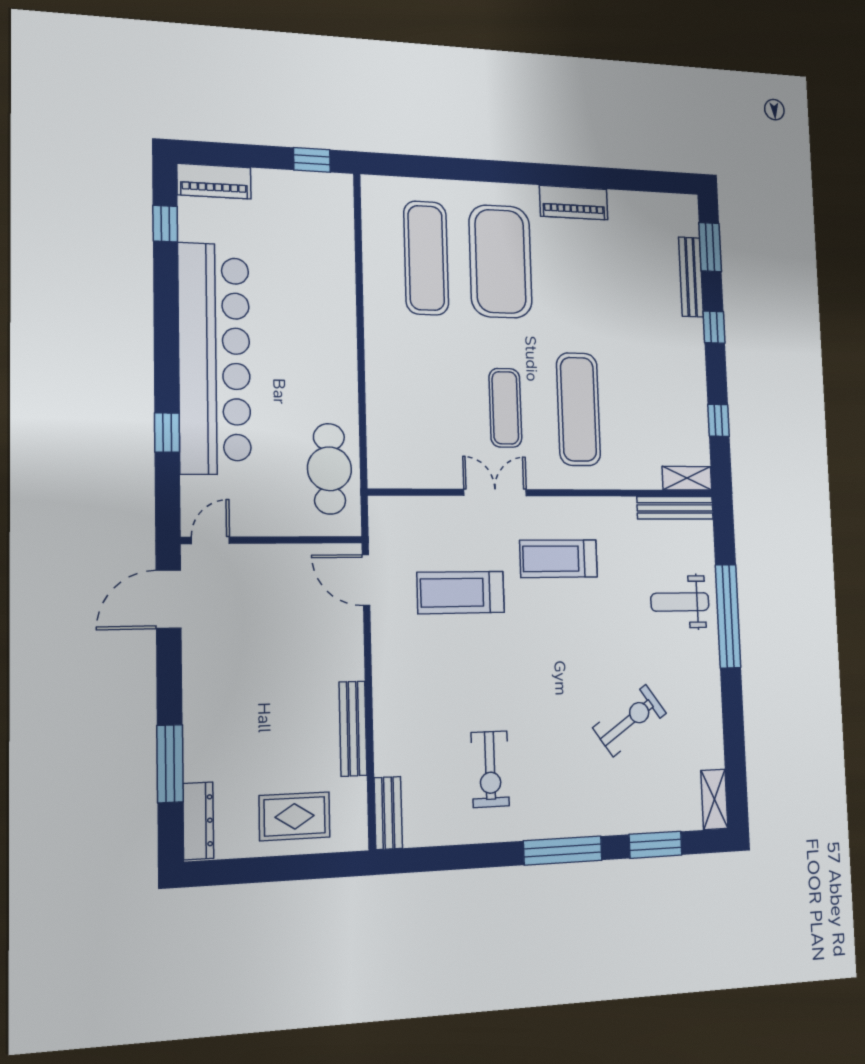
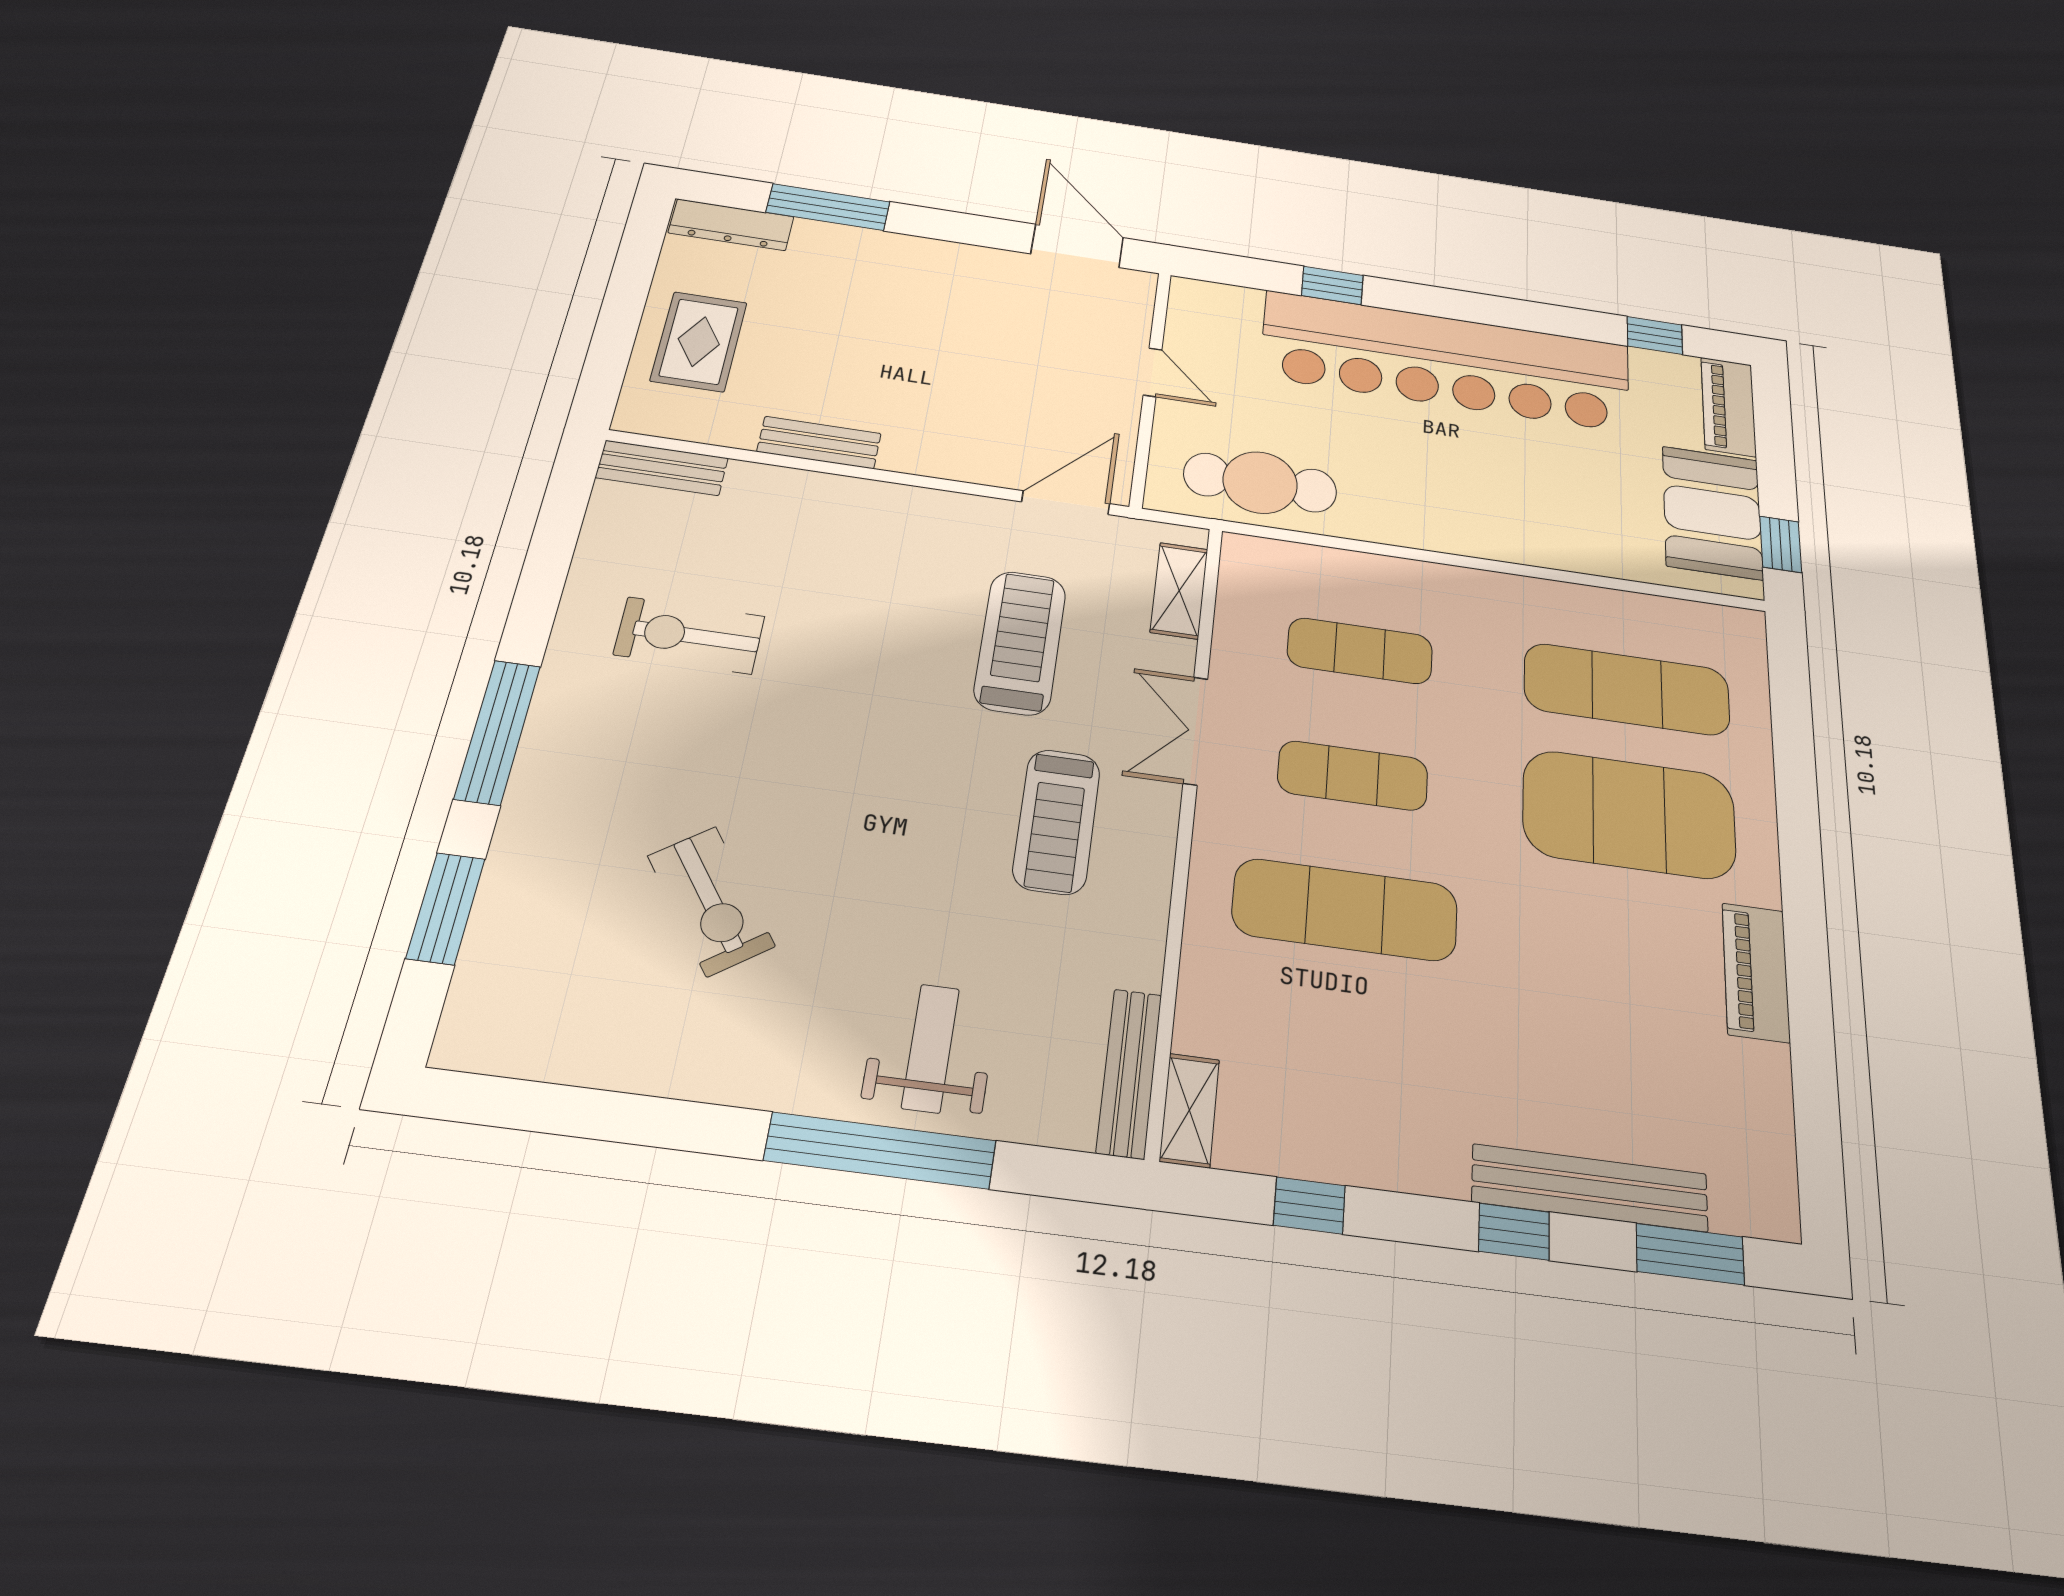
booth: (297, 199) -> (1712, 512), added
bench: (691, 277) -> (1590, 1188), width x1.37, depth x1.21
exercise mat: (430, 406) -> (1360, 651), added
double door: (495, 493) -> (1195, 731), swing flipped
door: (210, 540) -> (1153, 372), moved
treadmill: (559, 559) -> (1057, 821), turned 180
bench: (353, 729) -> (819, 443), width x0.73
shelving: (714, 799) -> (1179, 590), moved, turned 90

